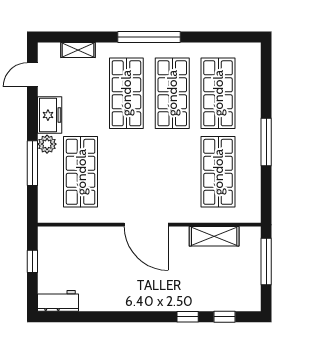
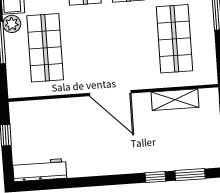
workbench: (58, 301) -> (40, 170), width x1.38
window: (224, 317) -> (190, 175), width x1.50

